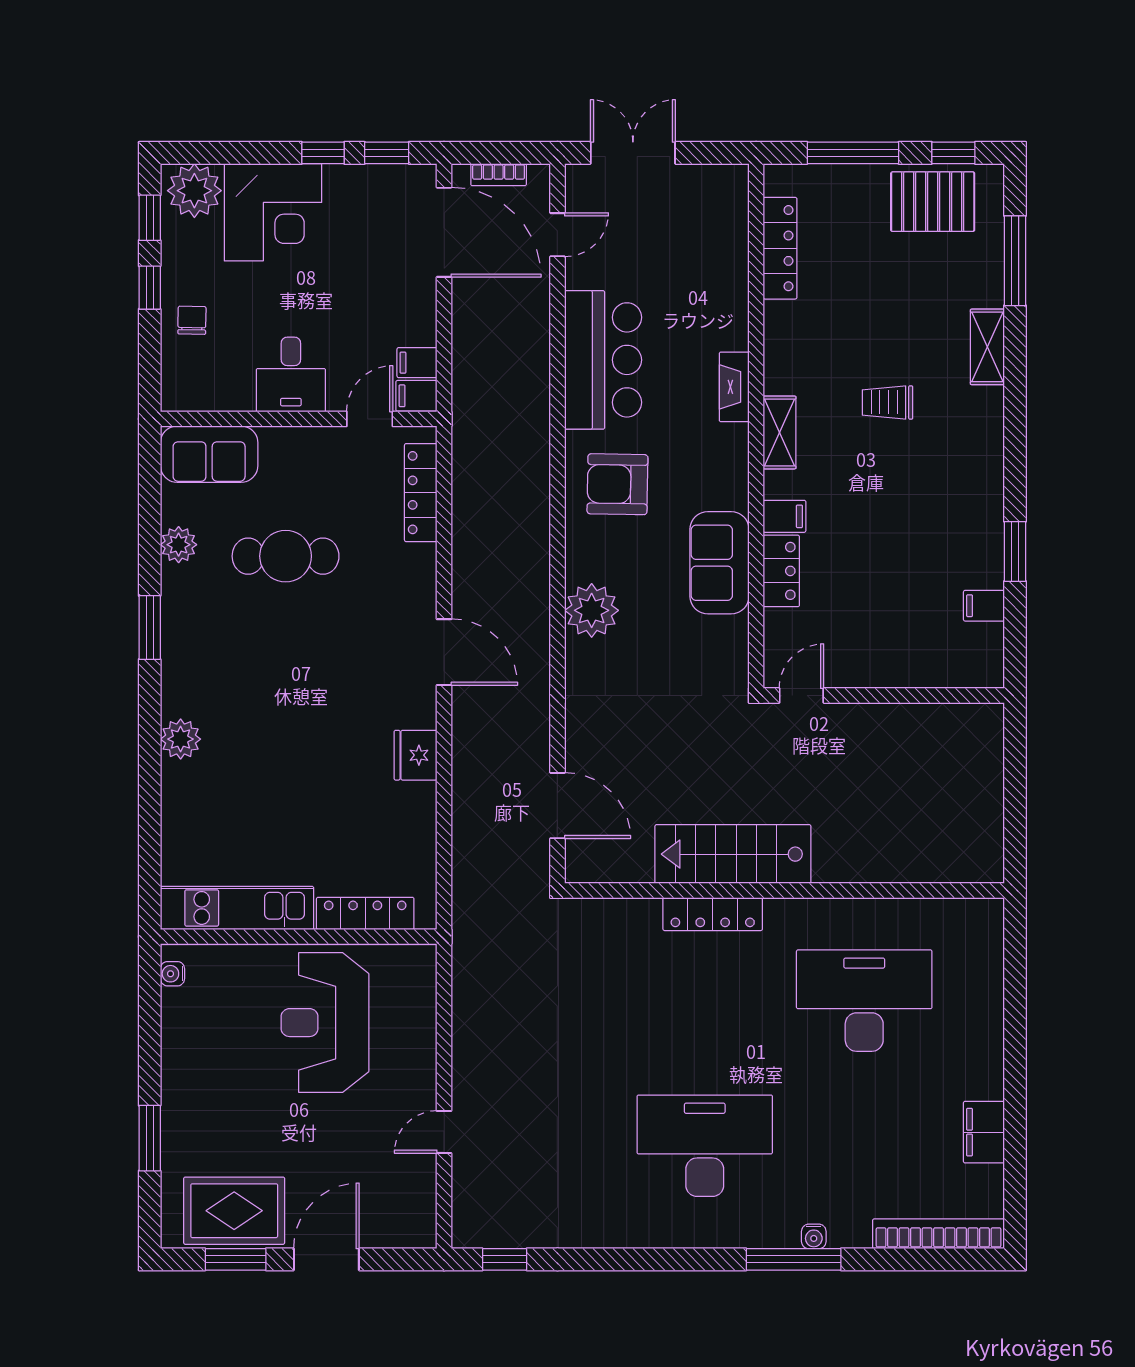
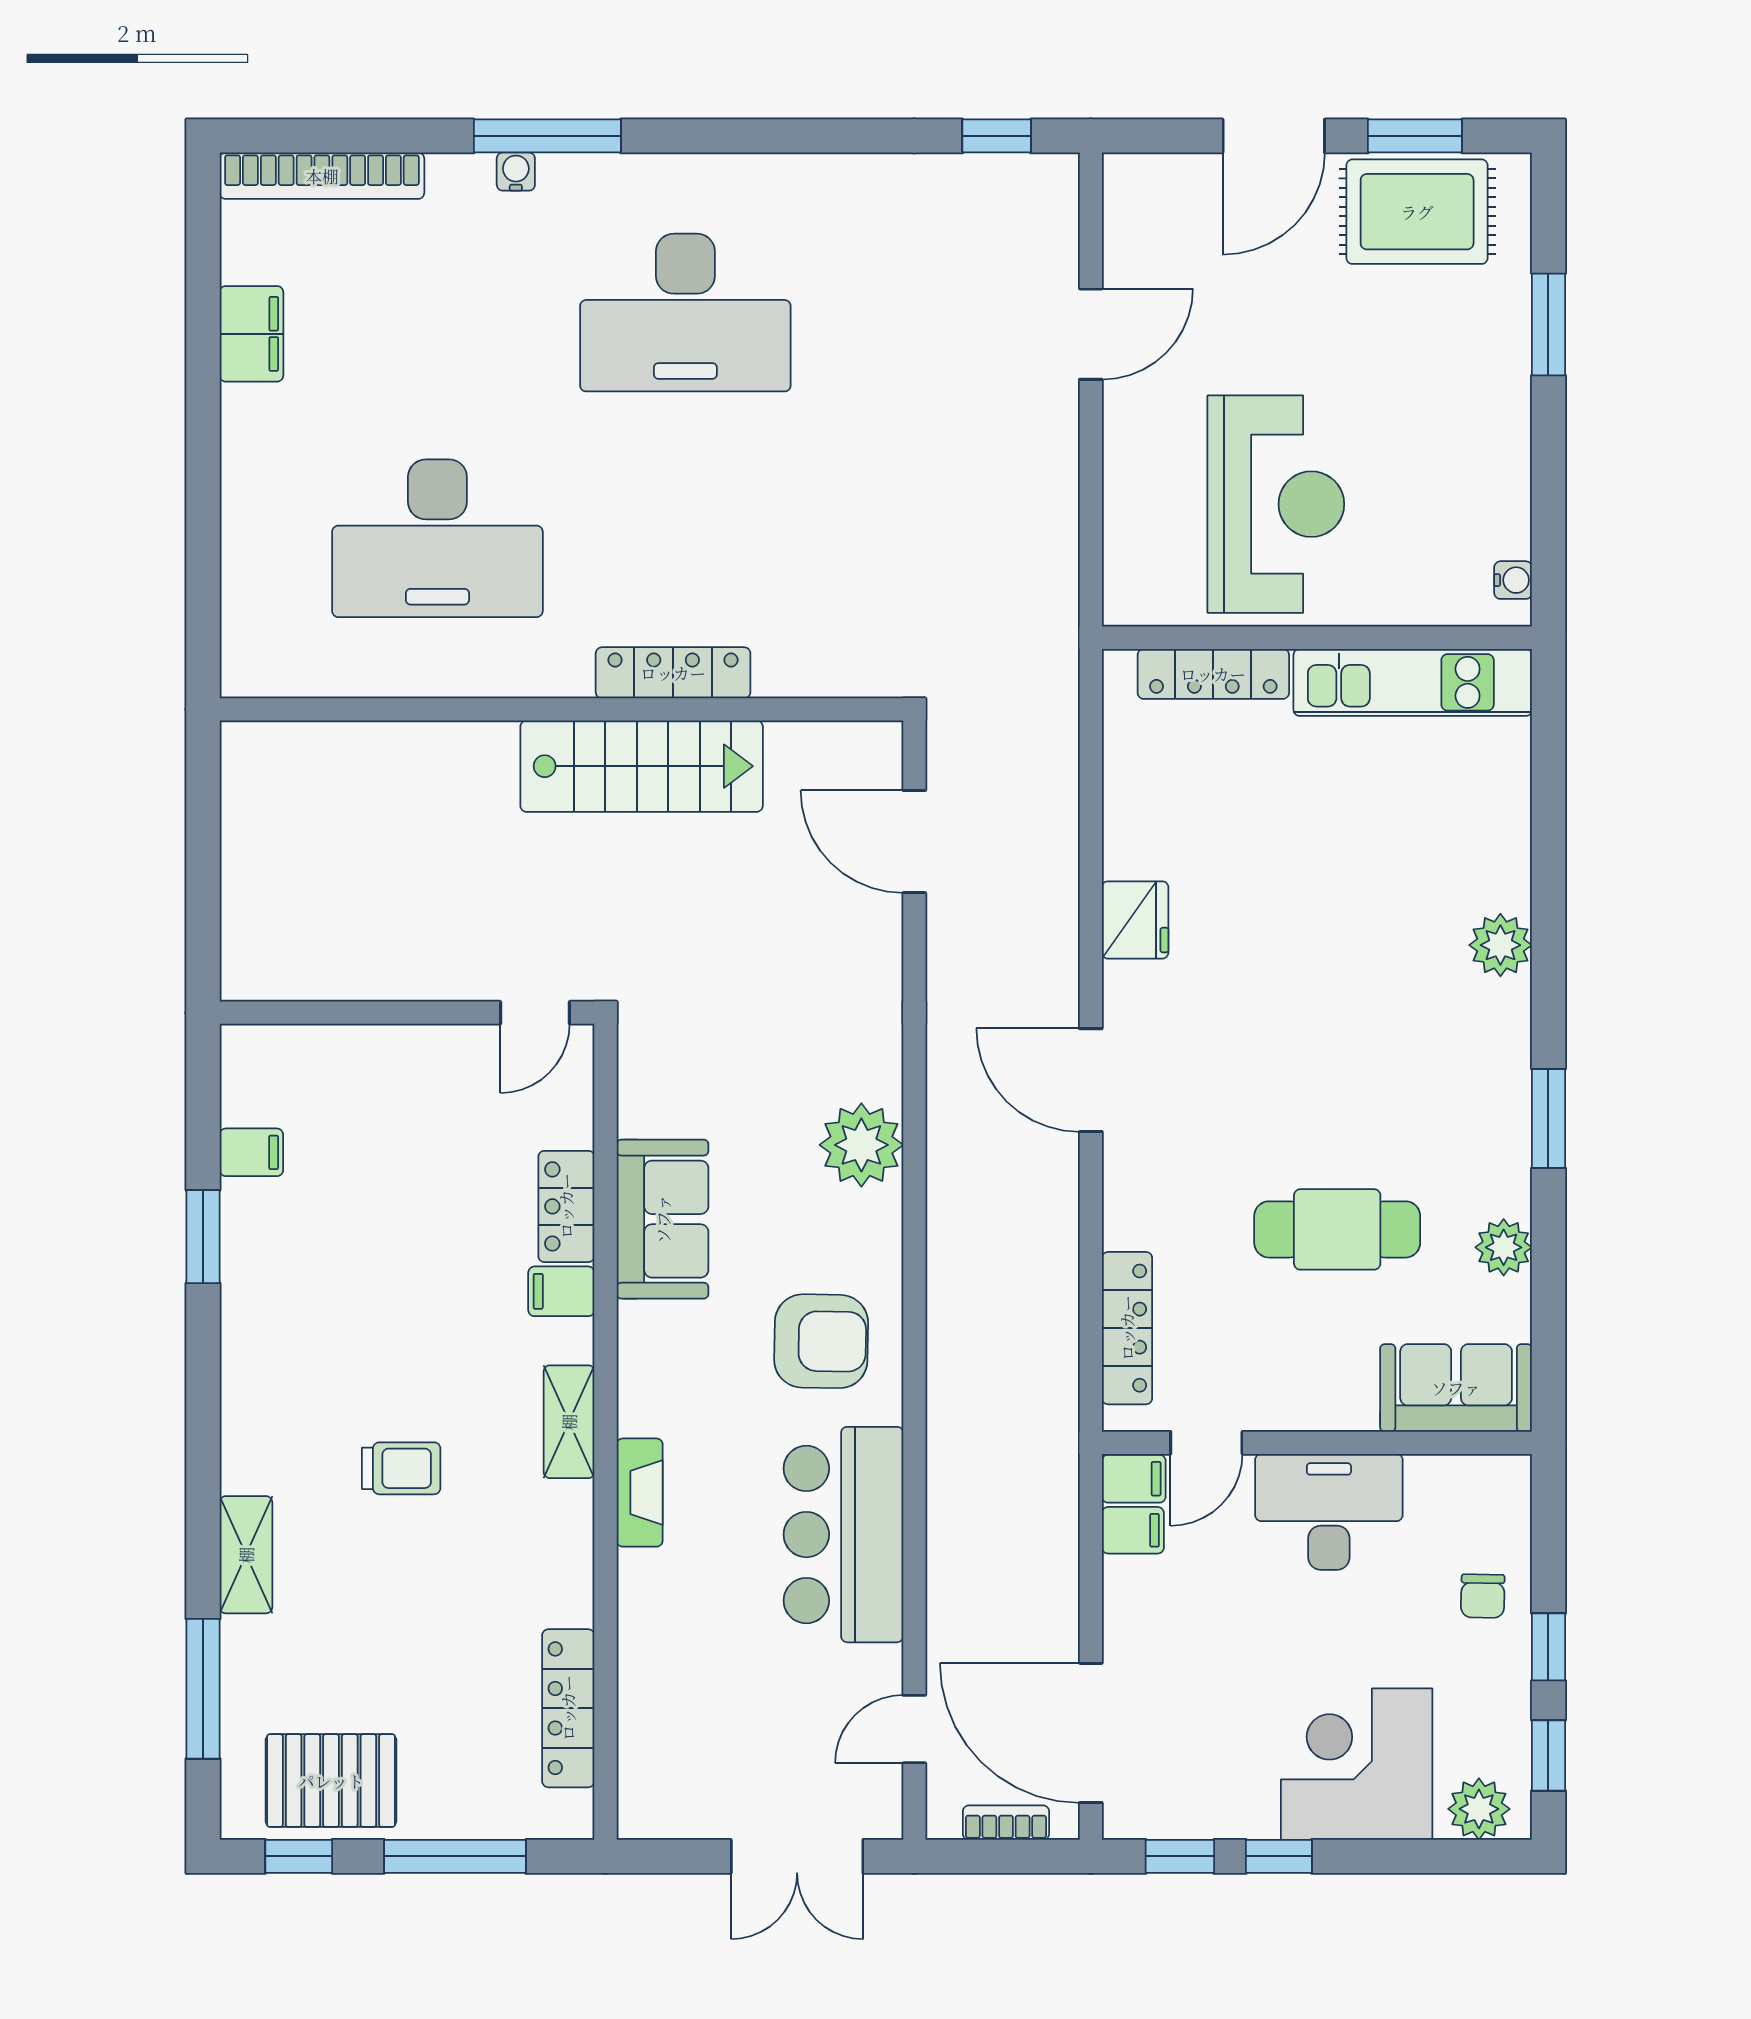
plant: (194, 191) -> (1479, 1809), width x0.73, depth x0.73
desk: (291, 374) -> (1329, 1512), width x1.37
door: (444, 1132) -> (1091, 334), width x1.38

